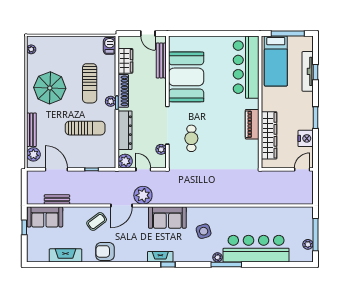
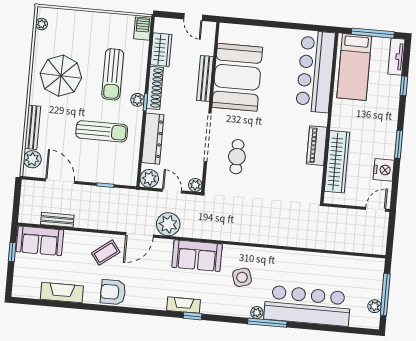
bench: (161, 60) -> (205, 78), moved
tv unit: (308, 71) -> (396, 57), moved, width x0.71
plant: (161, 149) -> (195, 185), moved

